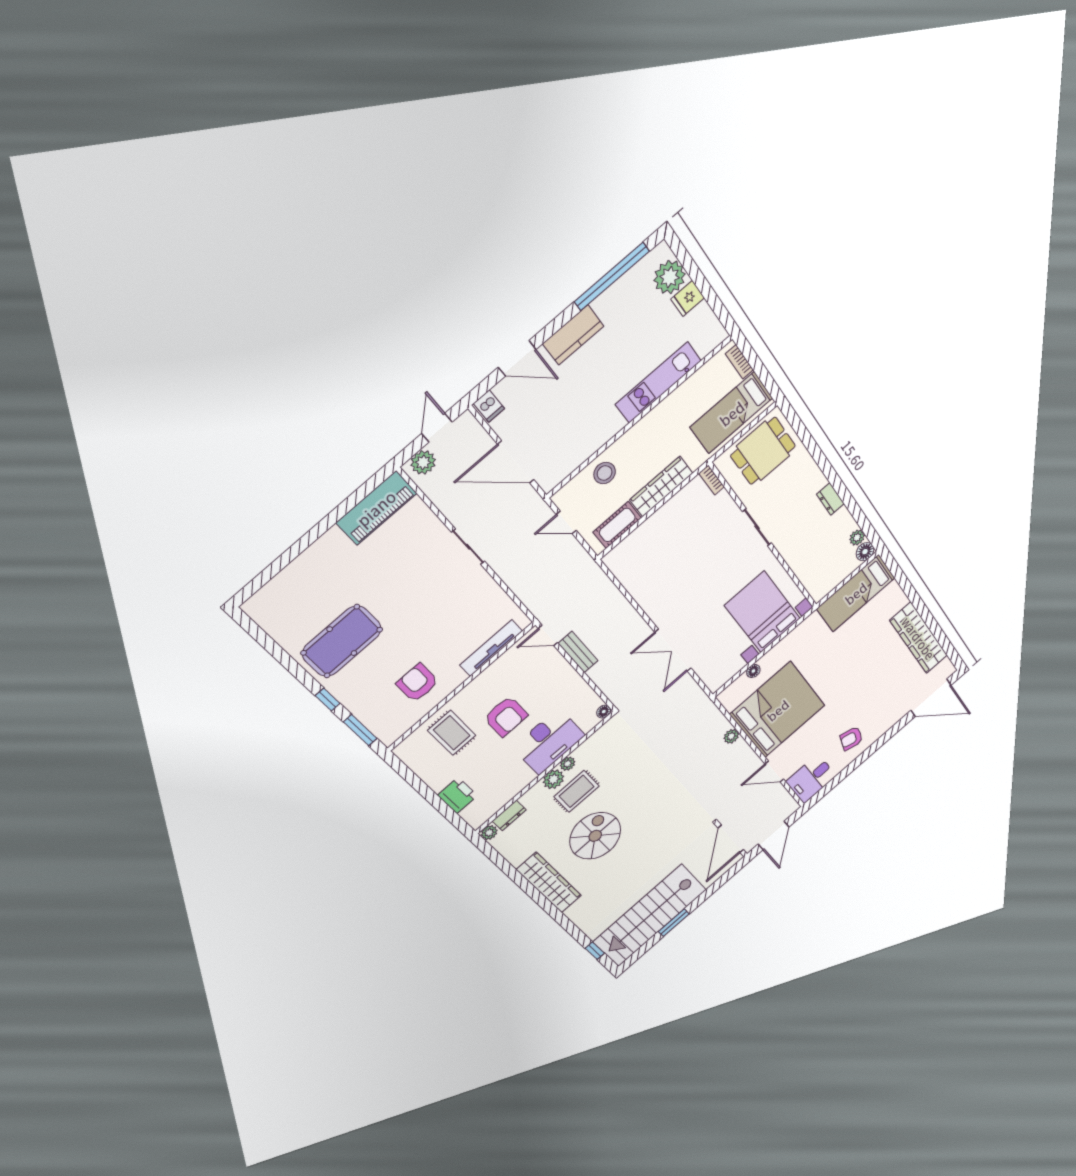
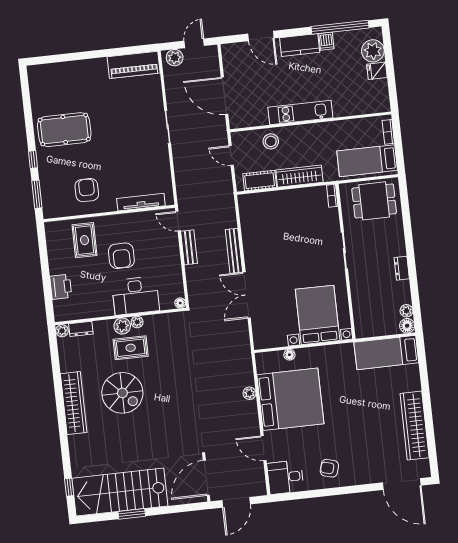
kitchen unit: (658, 383) -> (300, 112), moved
dishwasher: (489, 406) -> (326, 41), moved
bench: (632, 618) -> (234, 251), added
spiral stairs: (595, 836) -> (122, 393), turned 90

